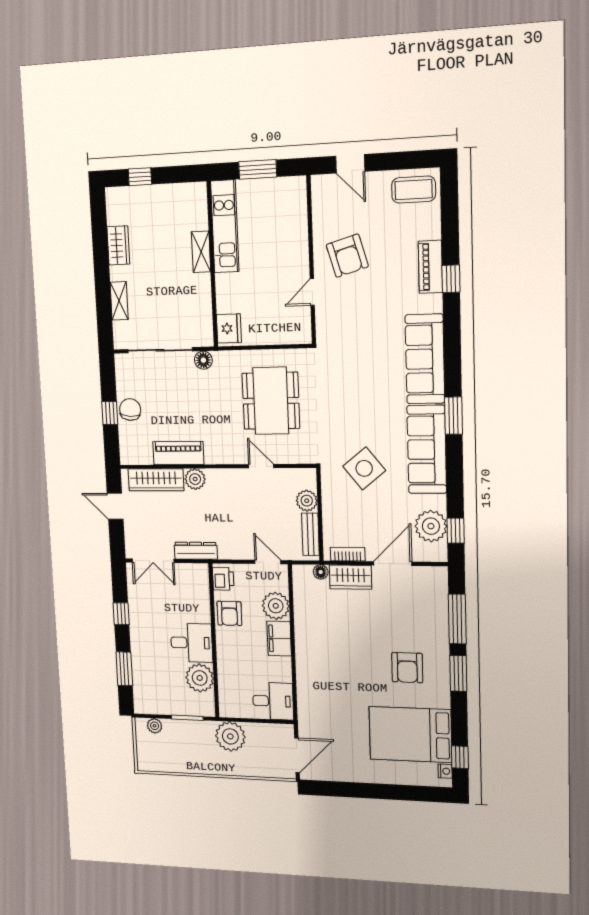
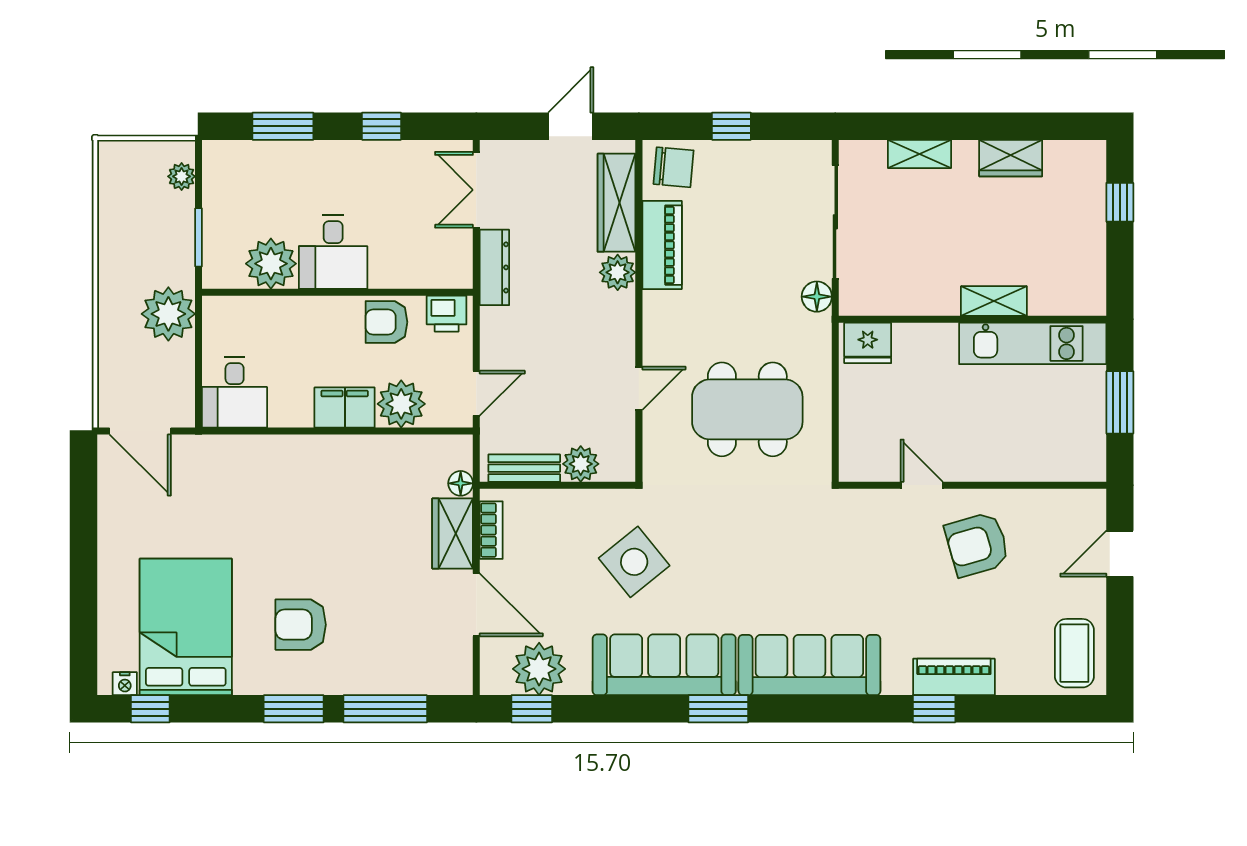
chair: (130, 409) -> (674, 167), moved

